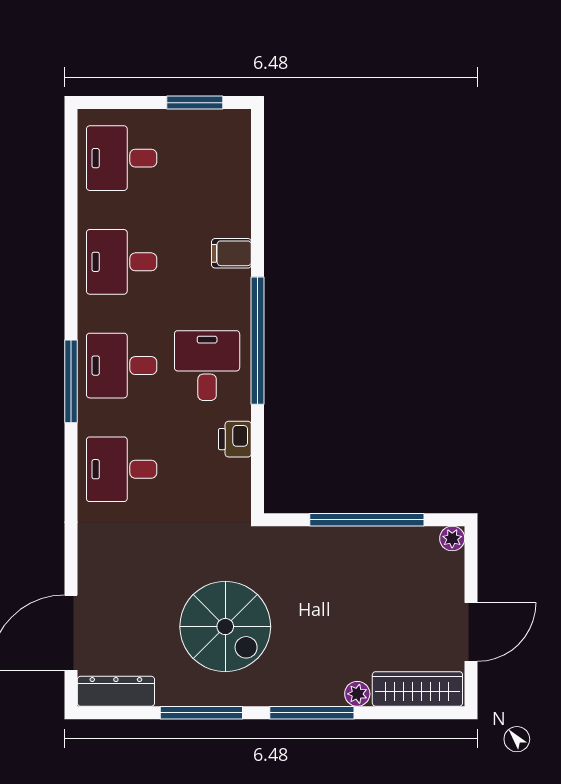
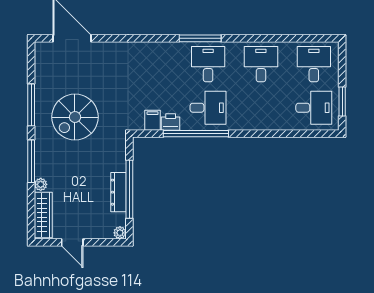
filing cabinet: (231, 253) -> (153, 120), moved
window: (258, 341) -> (196, 134), moved
desk: (122, 469) -> (314, 108), moved, turned 90
door: (471, 632) -> (72, 242), width x0.73
dresser: (116, 691) -> (119, 192), moved, turned 180

